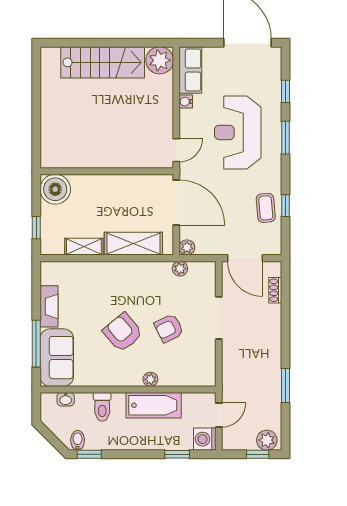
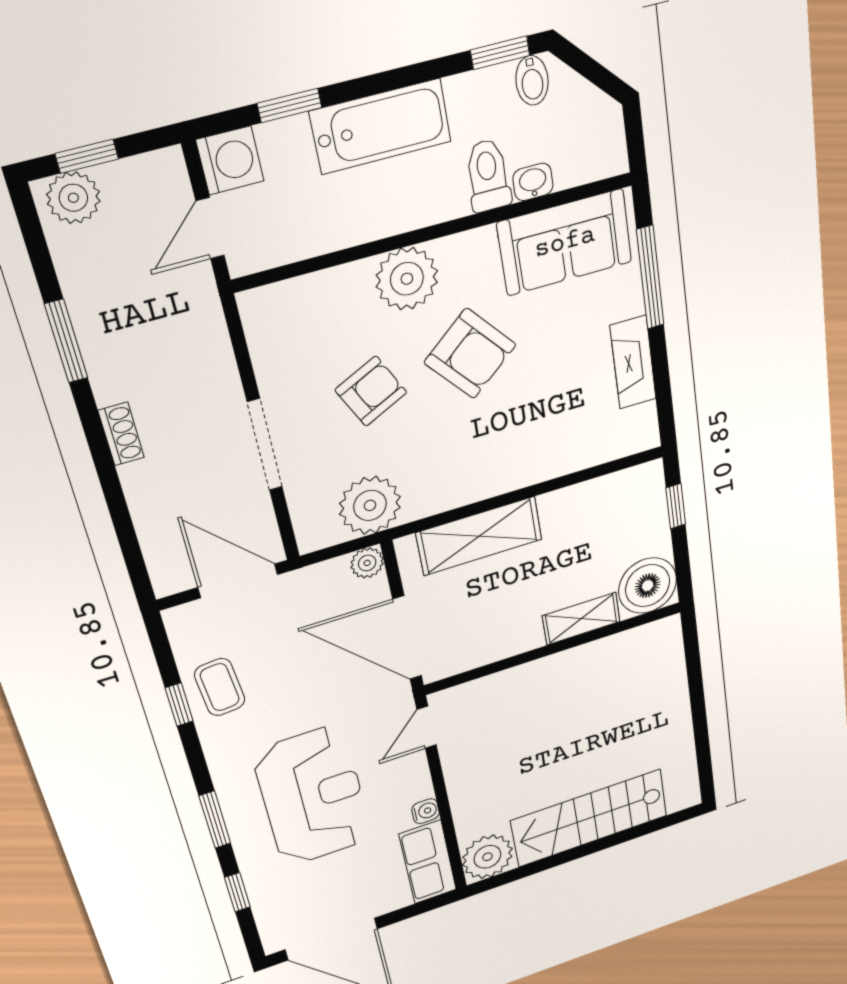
shelving: (84, 247) -> (581, 619), moved
plant: (180, 269) -> (370, 505), width x1.88, depth x1.88
shoe rack: (275, 290) -> (121, 434), moved
sofa: (57, 358) -> (565, 242), moved, turned -90
plant: (150, 379) -> (407, 279), width x1.88, depth x1.88
washbasin: (66, 399) -> (533, 182), moved
bathtub: (154, 405) -> (381, 127), moved, turned 180

